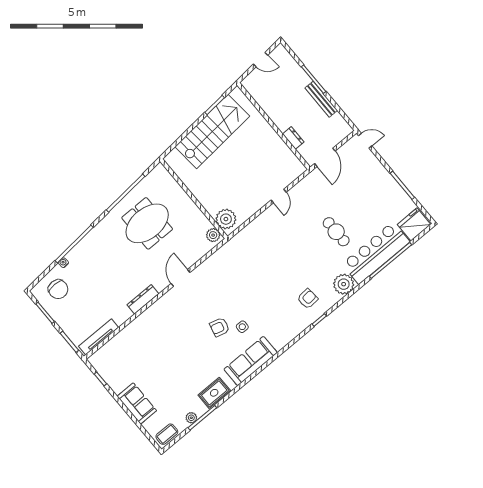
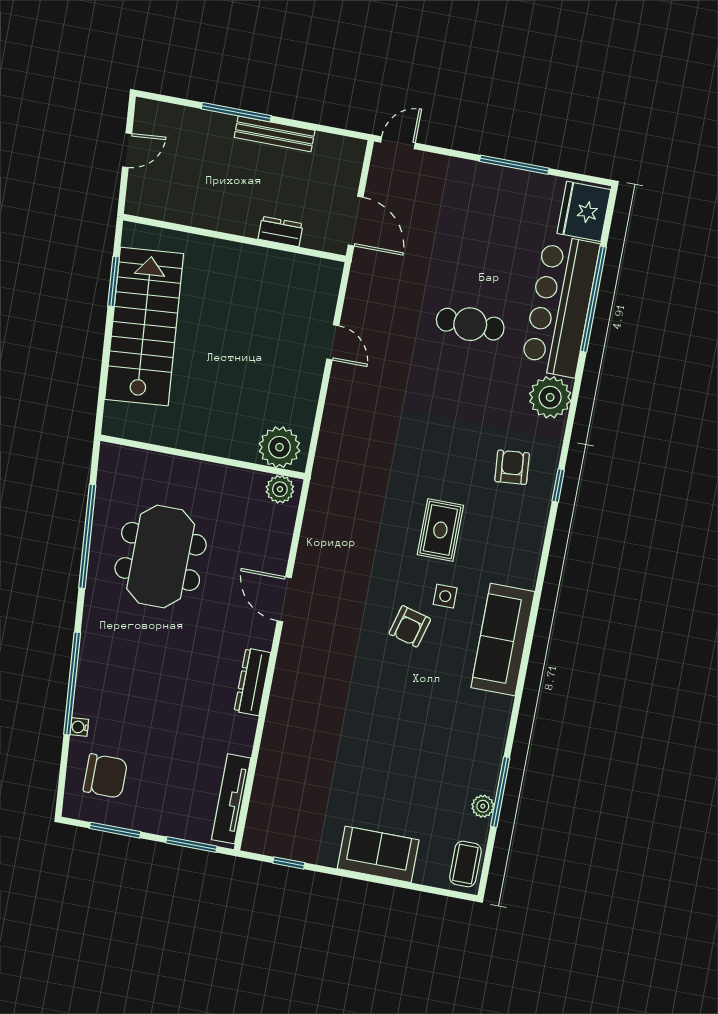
rug: (214, 393) -> (440, 530), moved

